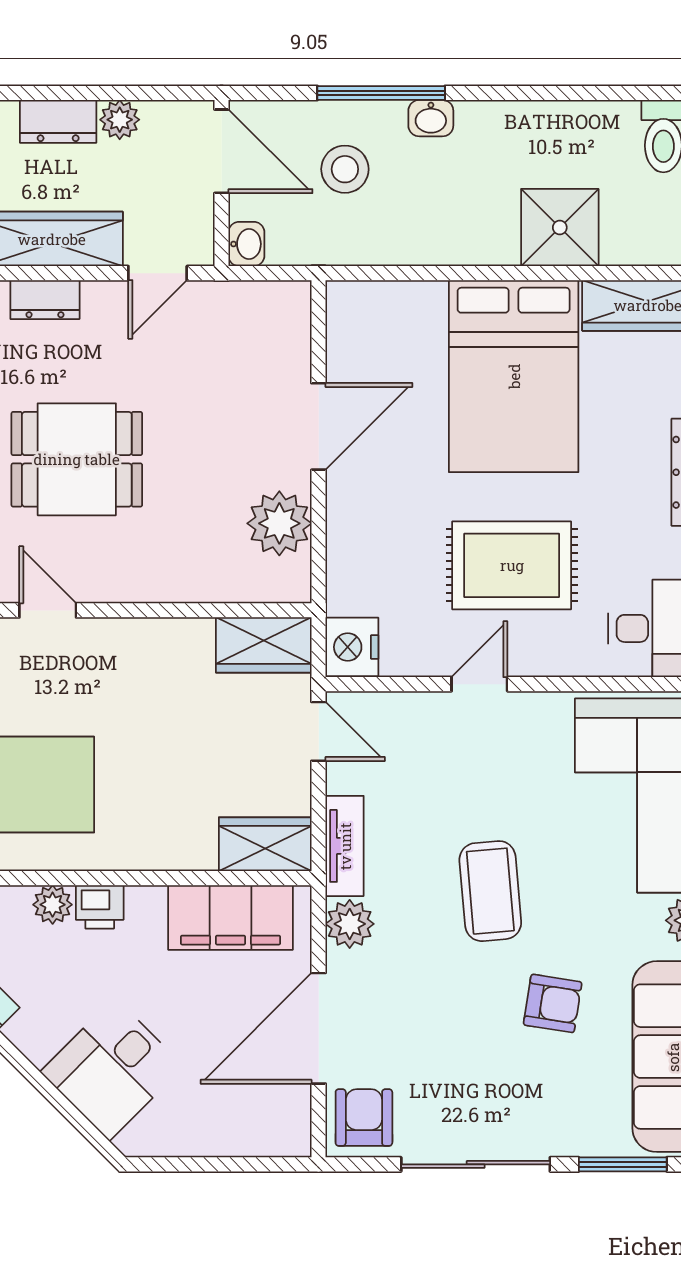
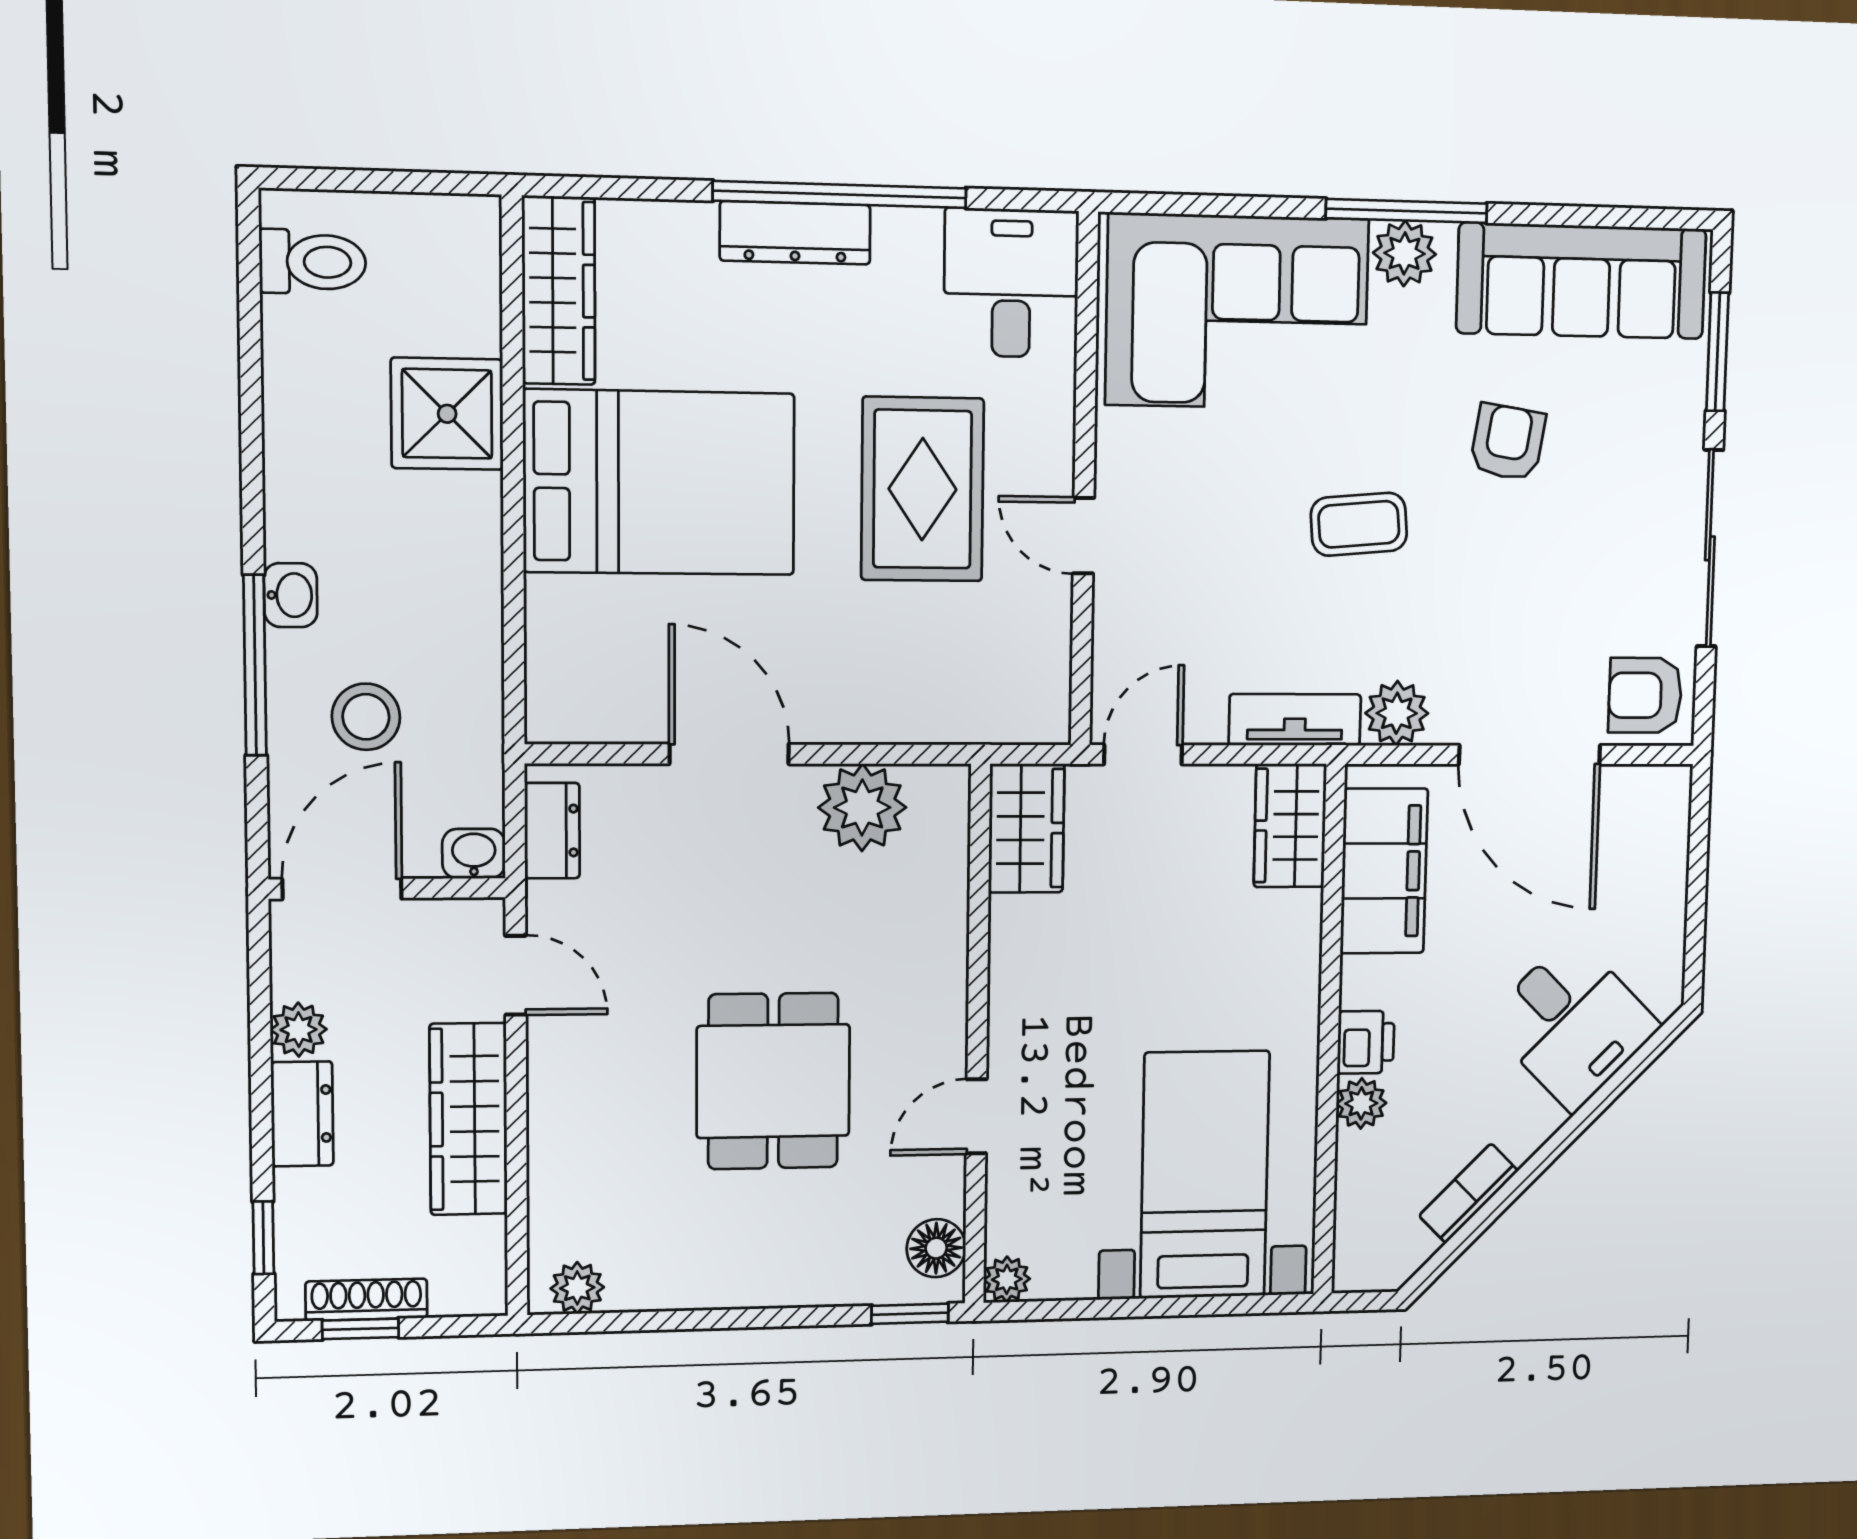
dresser: (45, 300) -> (552, 831), moved
nightstand: (352, 647) -> (1031, 709), removed
coffee table: (490, 891) -> (1359, 524), width x0.73, depth x0.77

